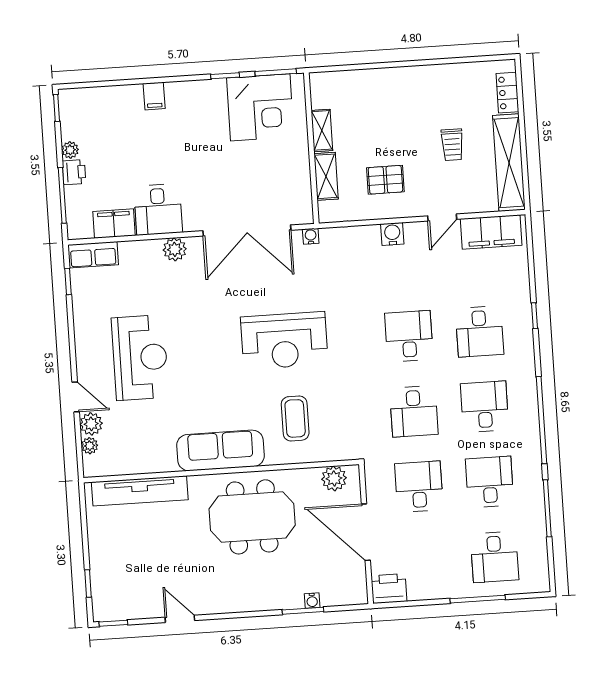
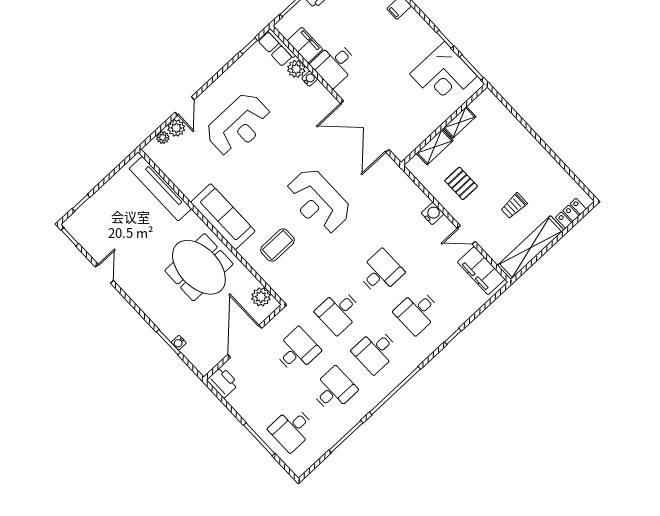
water cooler: (311, 236) -> (310, 79), moved
plant: (175, 249) -> (296, 69), moved
desk: (485, 407) -> (375, 351), turned 180

